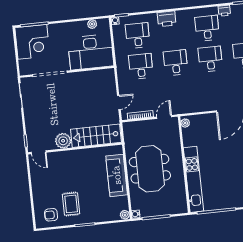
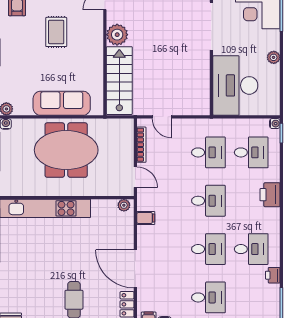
plant: (92, 24) -> (274, 57), moved
filing cabinet: (193, 106) -> (146, 218), added
rug: (71, 204) -> (56, 32), moved, turned 90

